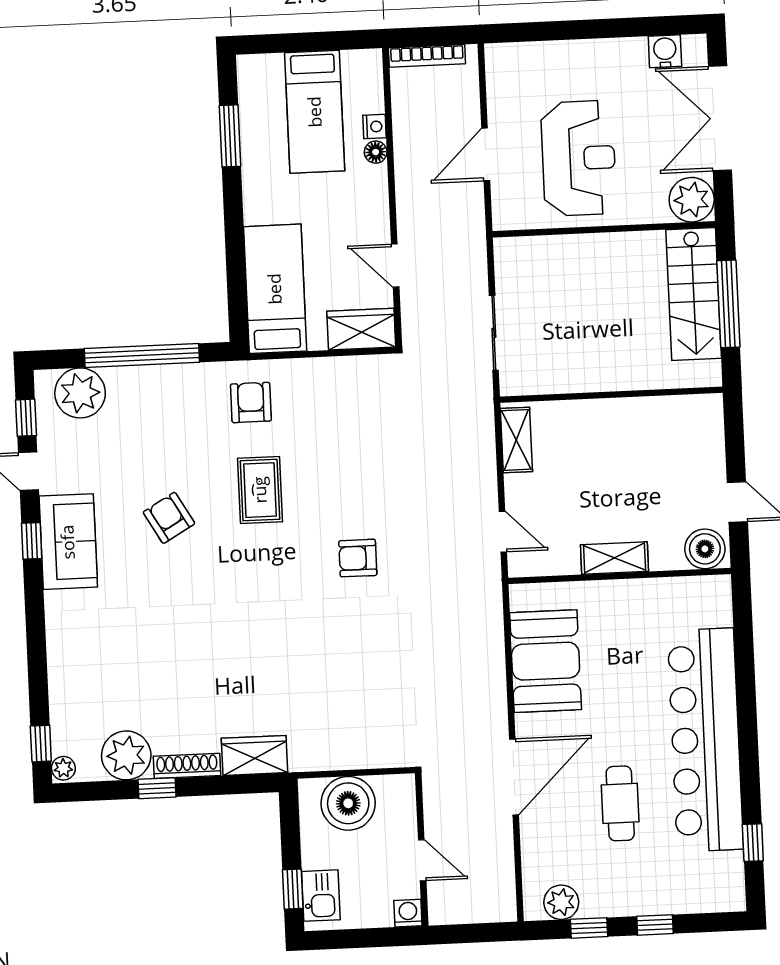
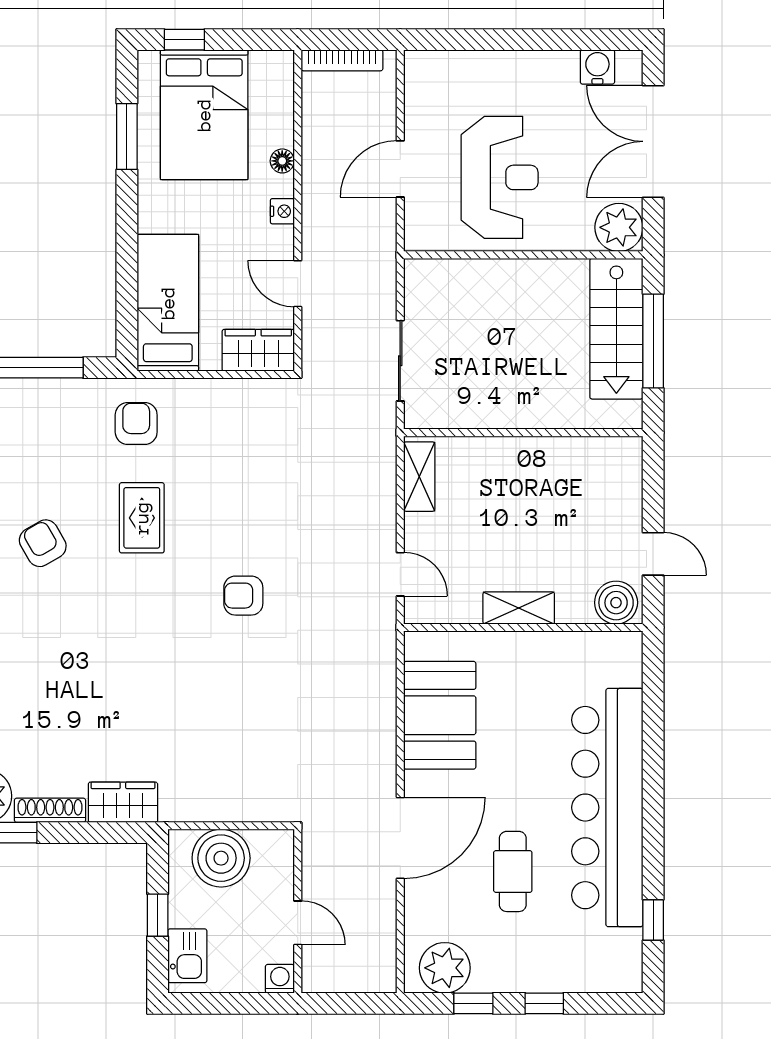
window: (279, 43) -> (184, 40), added
bed: (315, 112) -> (204, 115), width x1.50
nightstand: (374, 127) -> (282, 211), moved
window: (293, 889) -> (158, 915), moved
plant: (561, 902) -> (445, 968), width x1.36, depth x1.36

